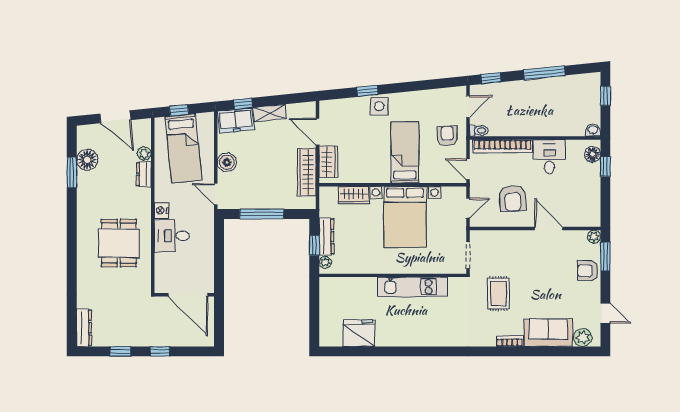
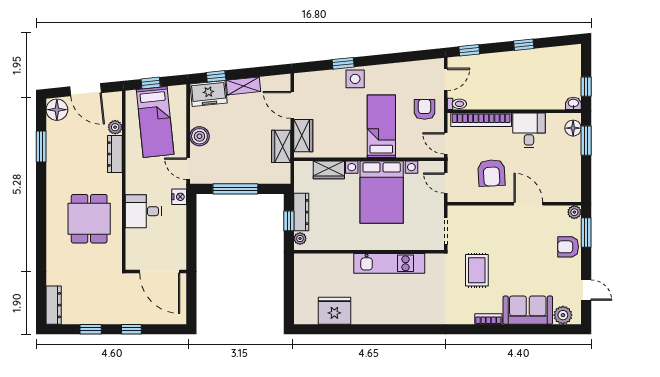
window: (544, 73) -> (524, 45), width x0.46
window: (605, 96) -> (586, 87), moved
floor lamp: (87, 160) -> (57, 110), moved
window: (605, 167) -> (586, 141), width x1.50
wardrobe: (307, 172) -> (281, 146), width x0.67
dresser: (144, 174) -> (115, 154), width x1.44
door: (468, 208) -> (446, 183), swing flipped
nightstand: (161, 210) -> (179, 197), moved, turned 180

